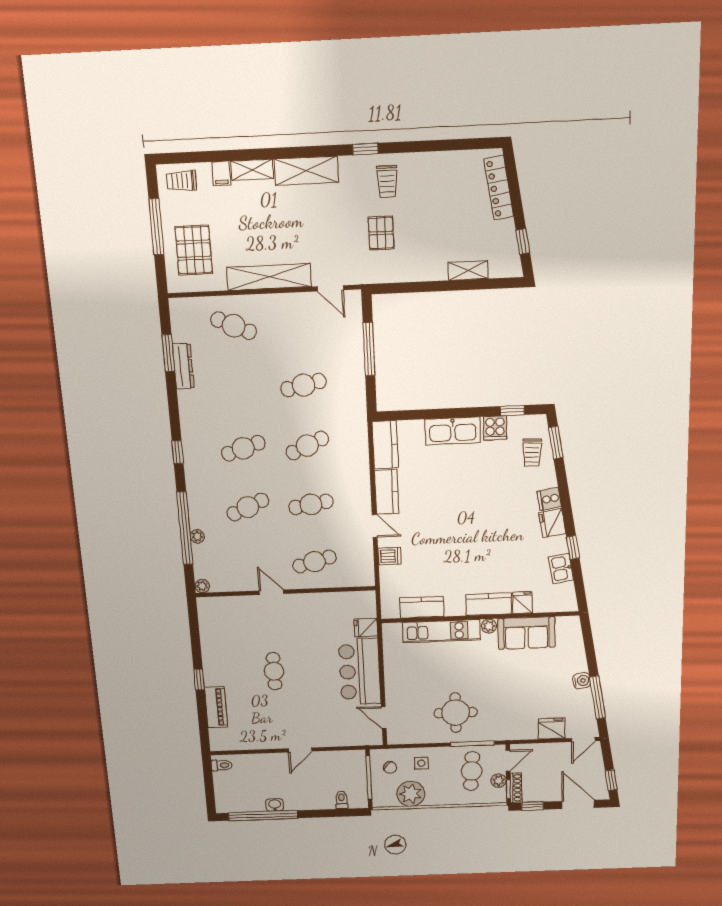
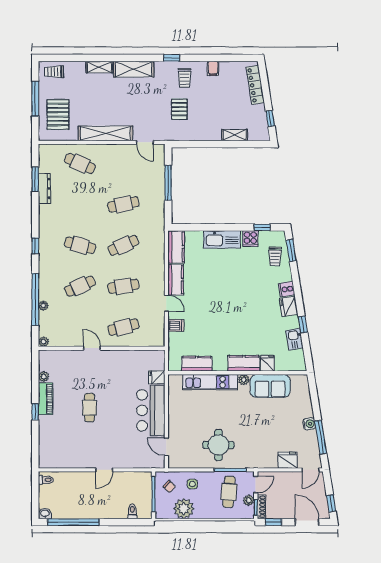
filing cabinet: (221, 174) -> (213, 68), moved
cafe table: (243, 448) -> (80, 245), turned 33
plant: (207, 633) -> (44, 377), added
piano: (216, 707) -> (46, 399), moved
washbasin: (275, 805) -> (45, 514), moved

